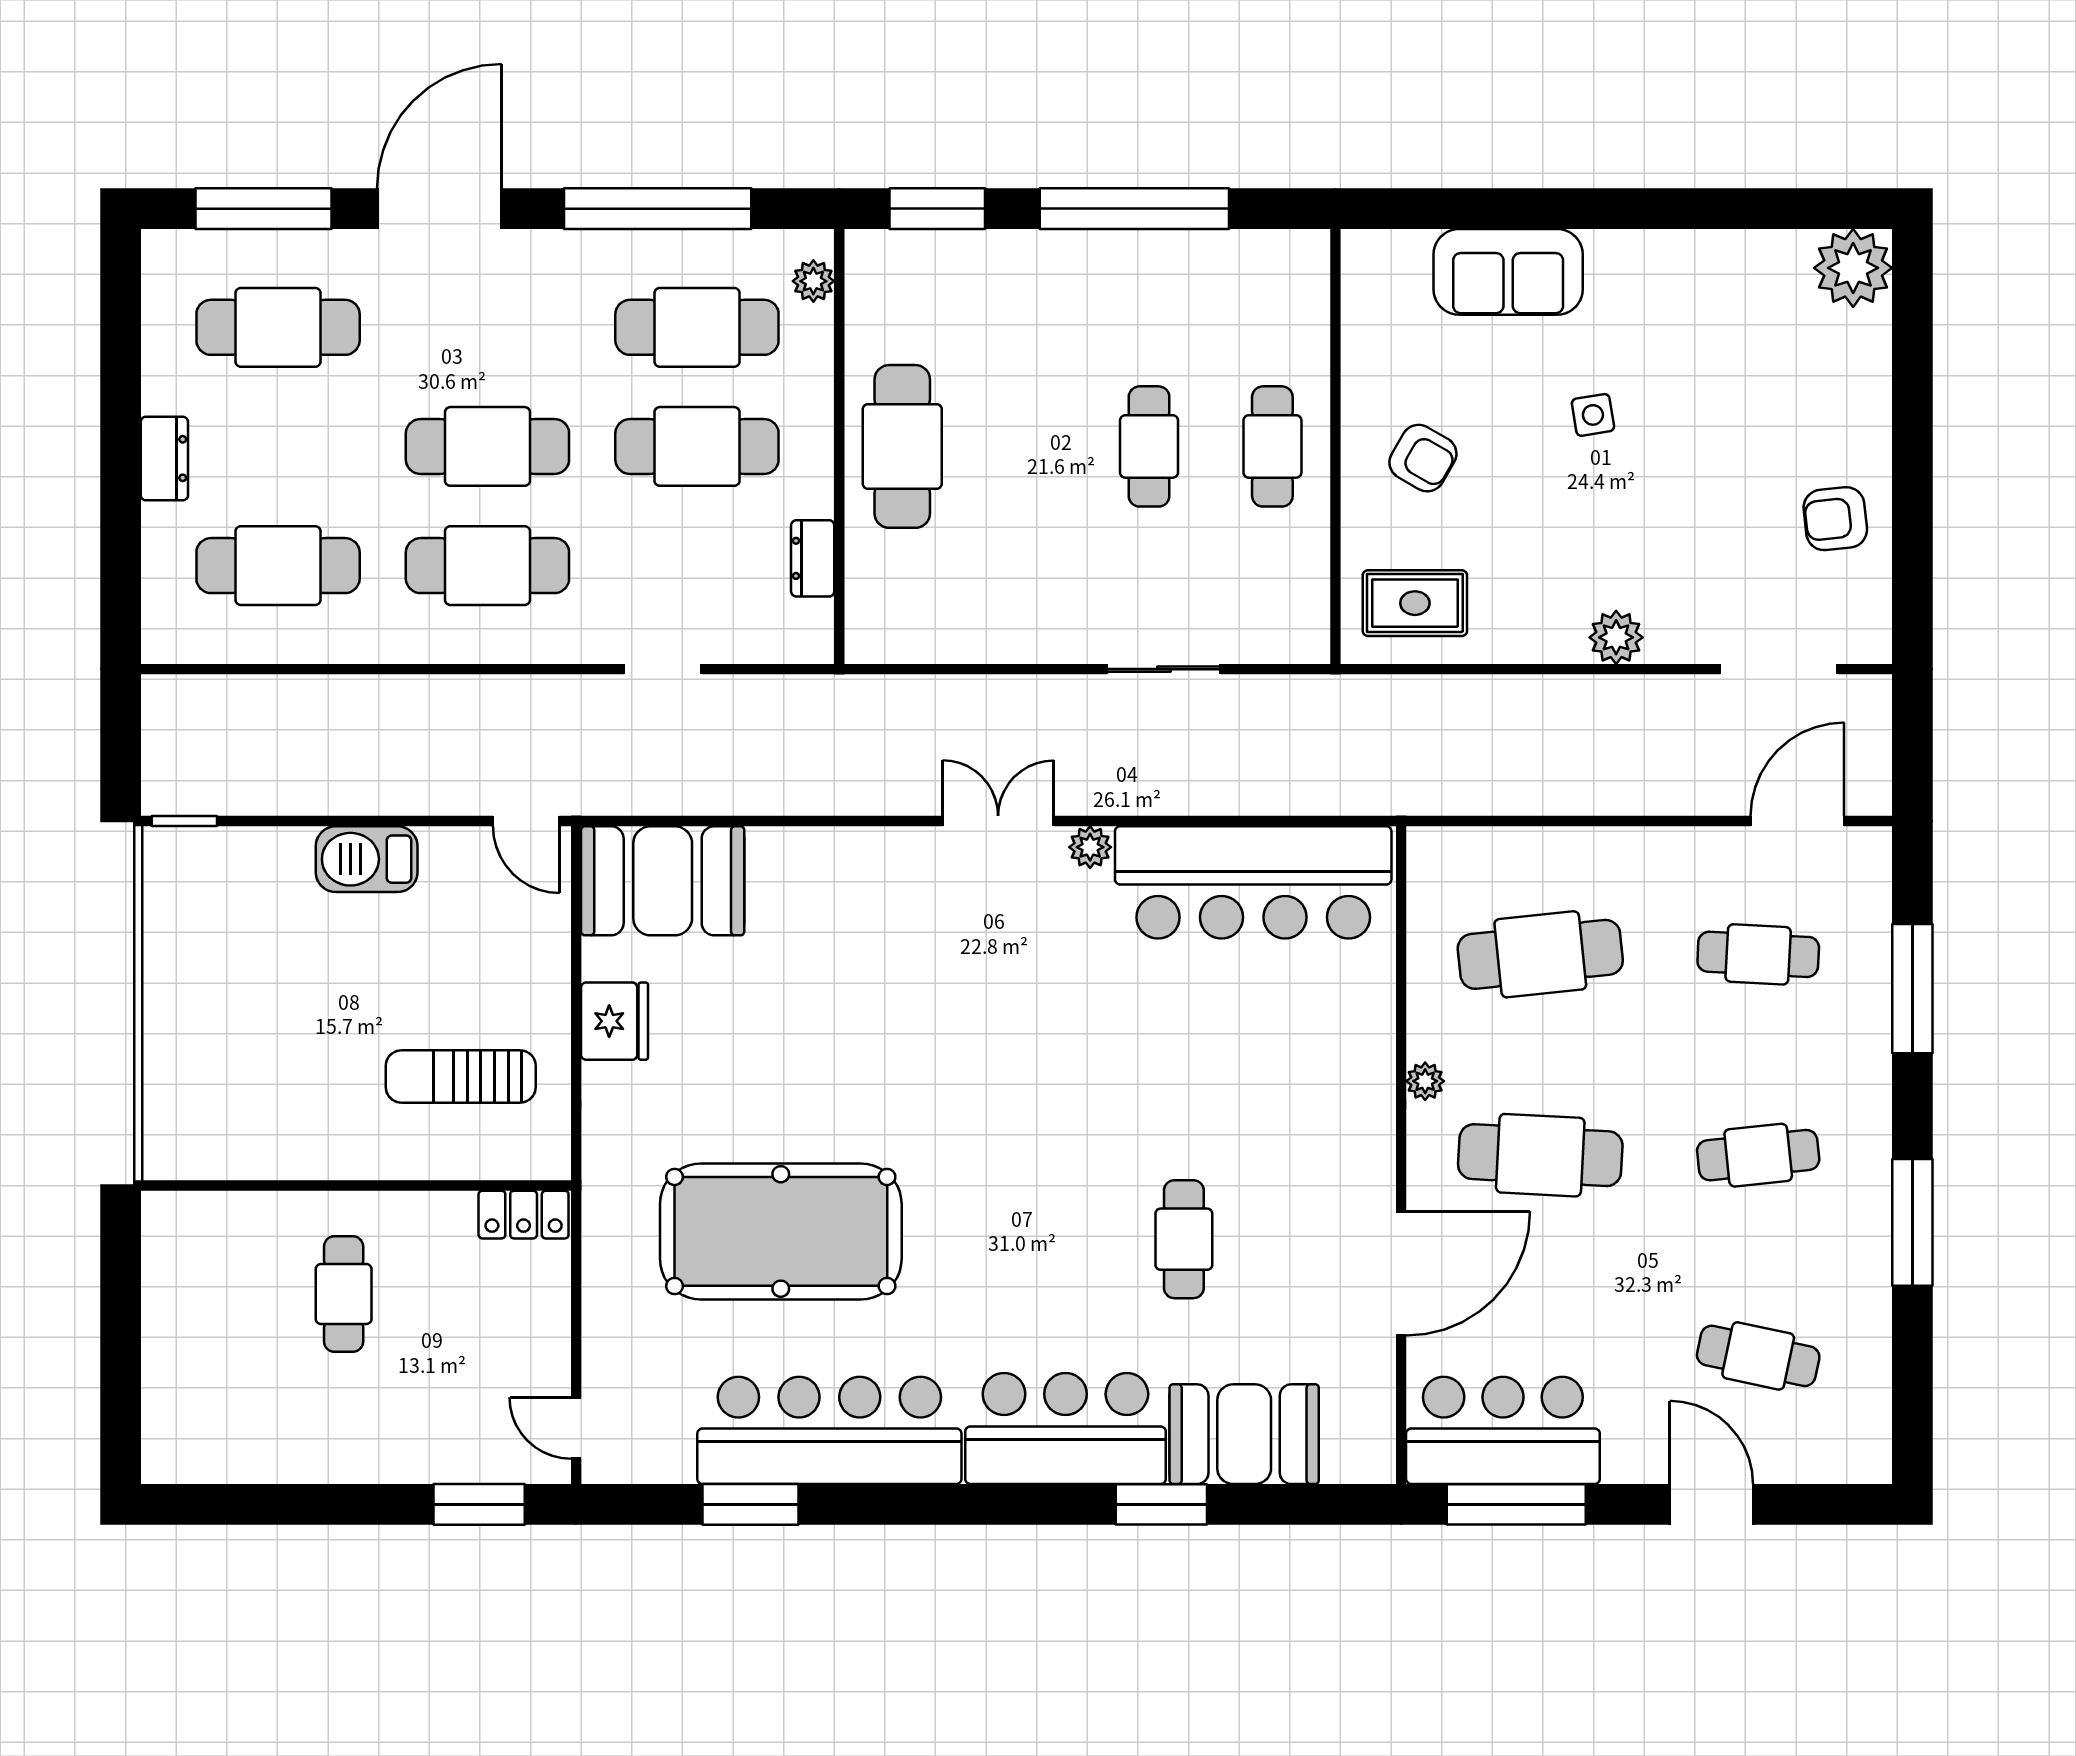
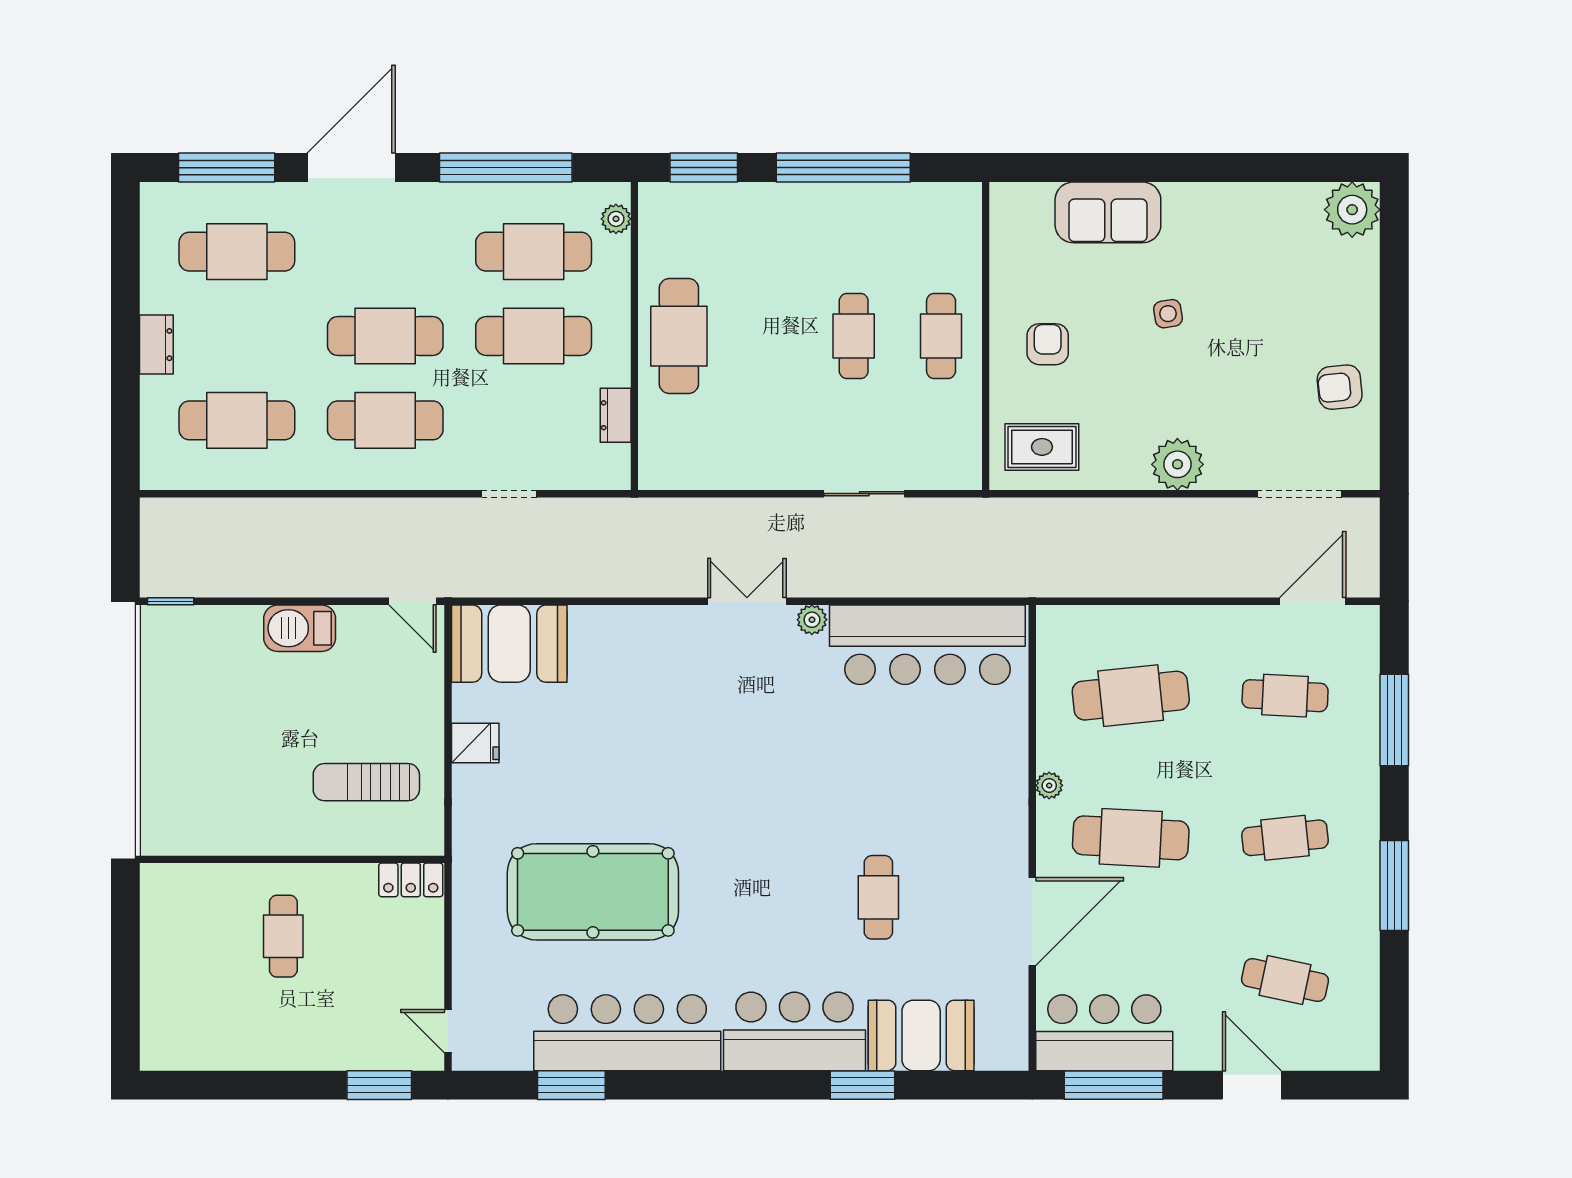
armchair: (1423, 458) -> (1048, 344), turned -120
plant: (1616, 637) -> (1177, 464), width x1.36, depth x1.36
fridge: (615, 1021) -> (475, 743), width x0.72

